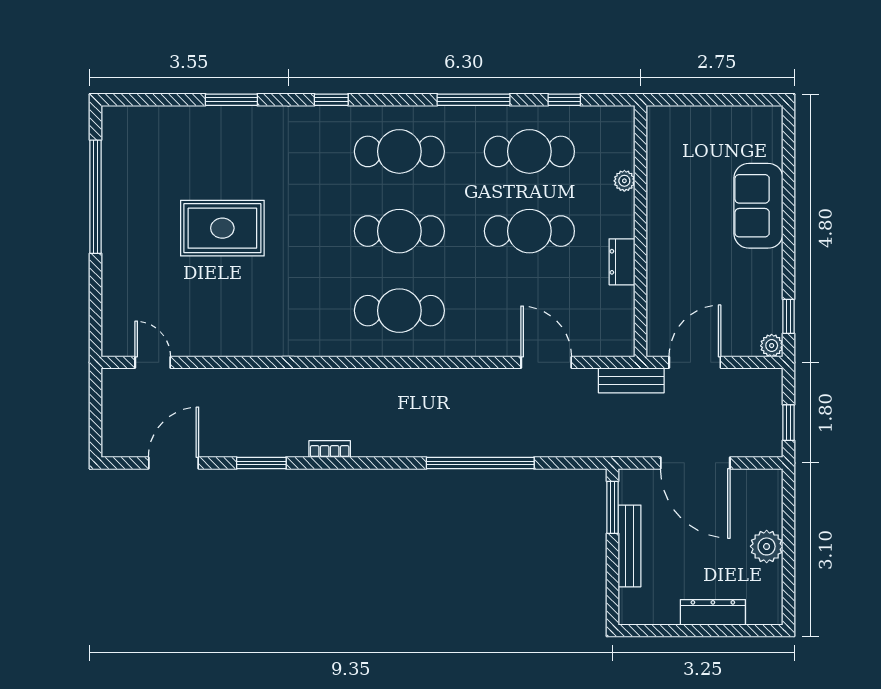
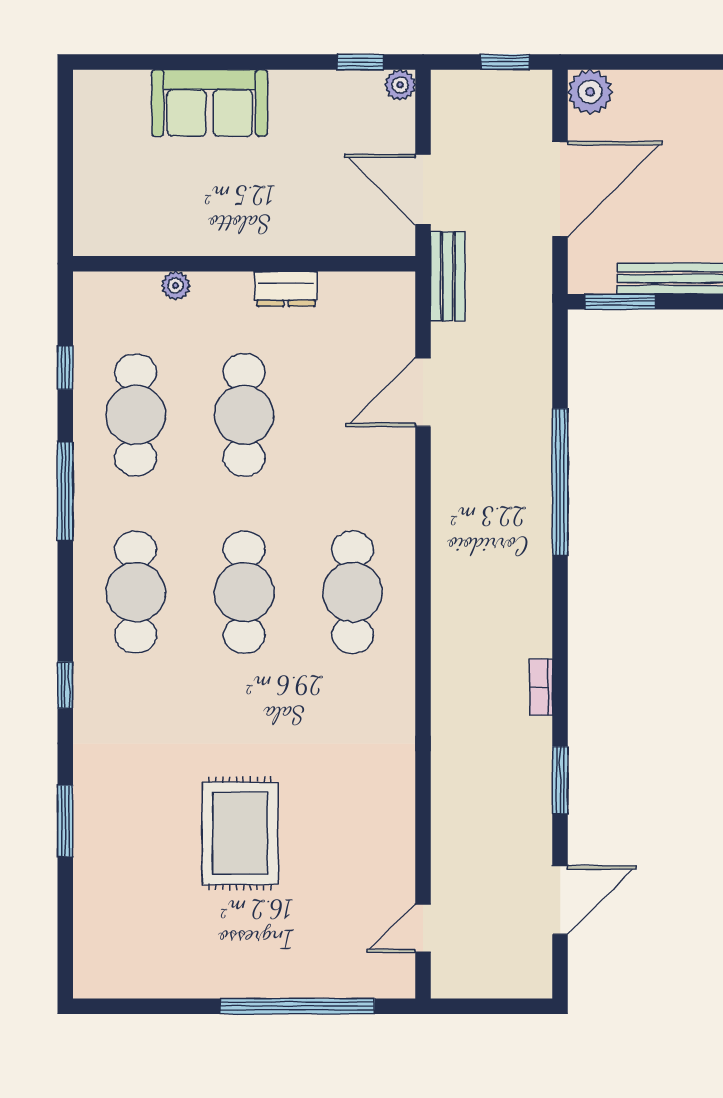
window: (96, 197) -> (297, 1006), moved
door: (173, 463) -> (560, 900), swing flipped
plant: (767, 546) -> (590, 92), moved

